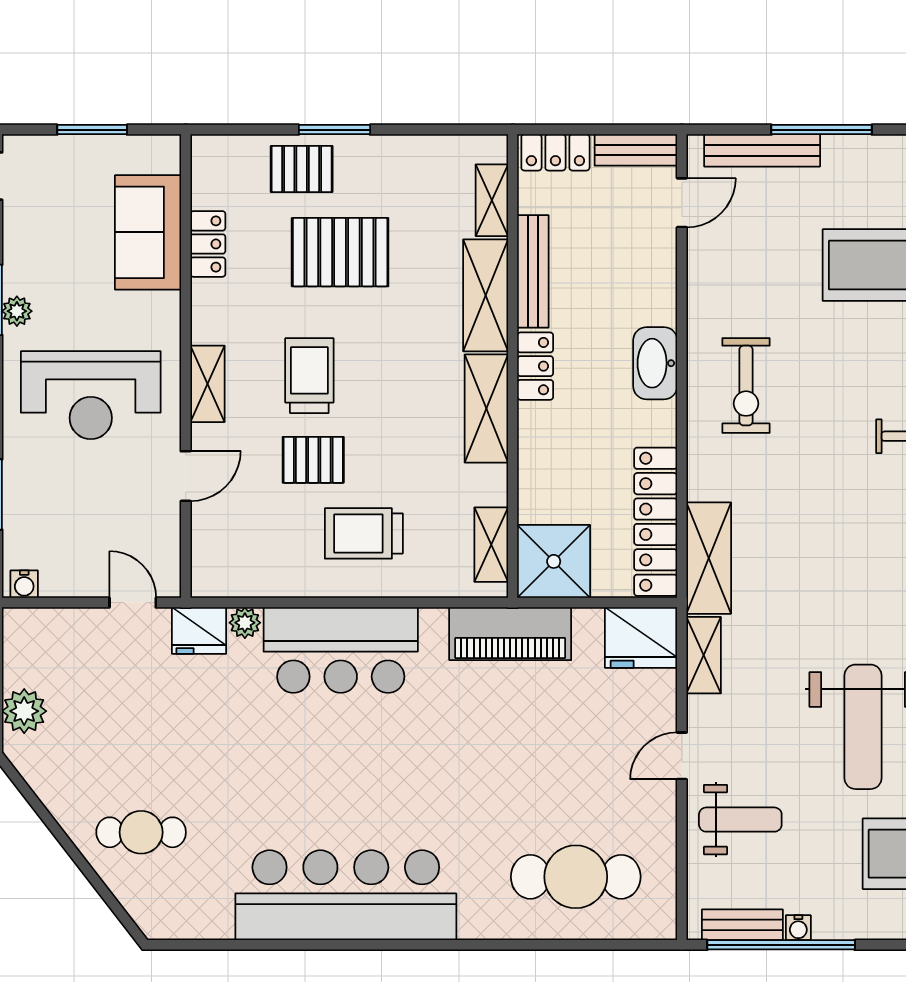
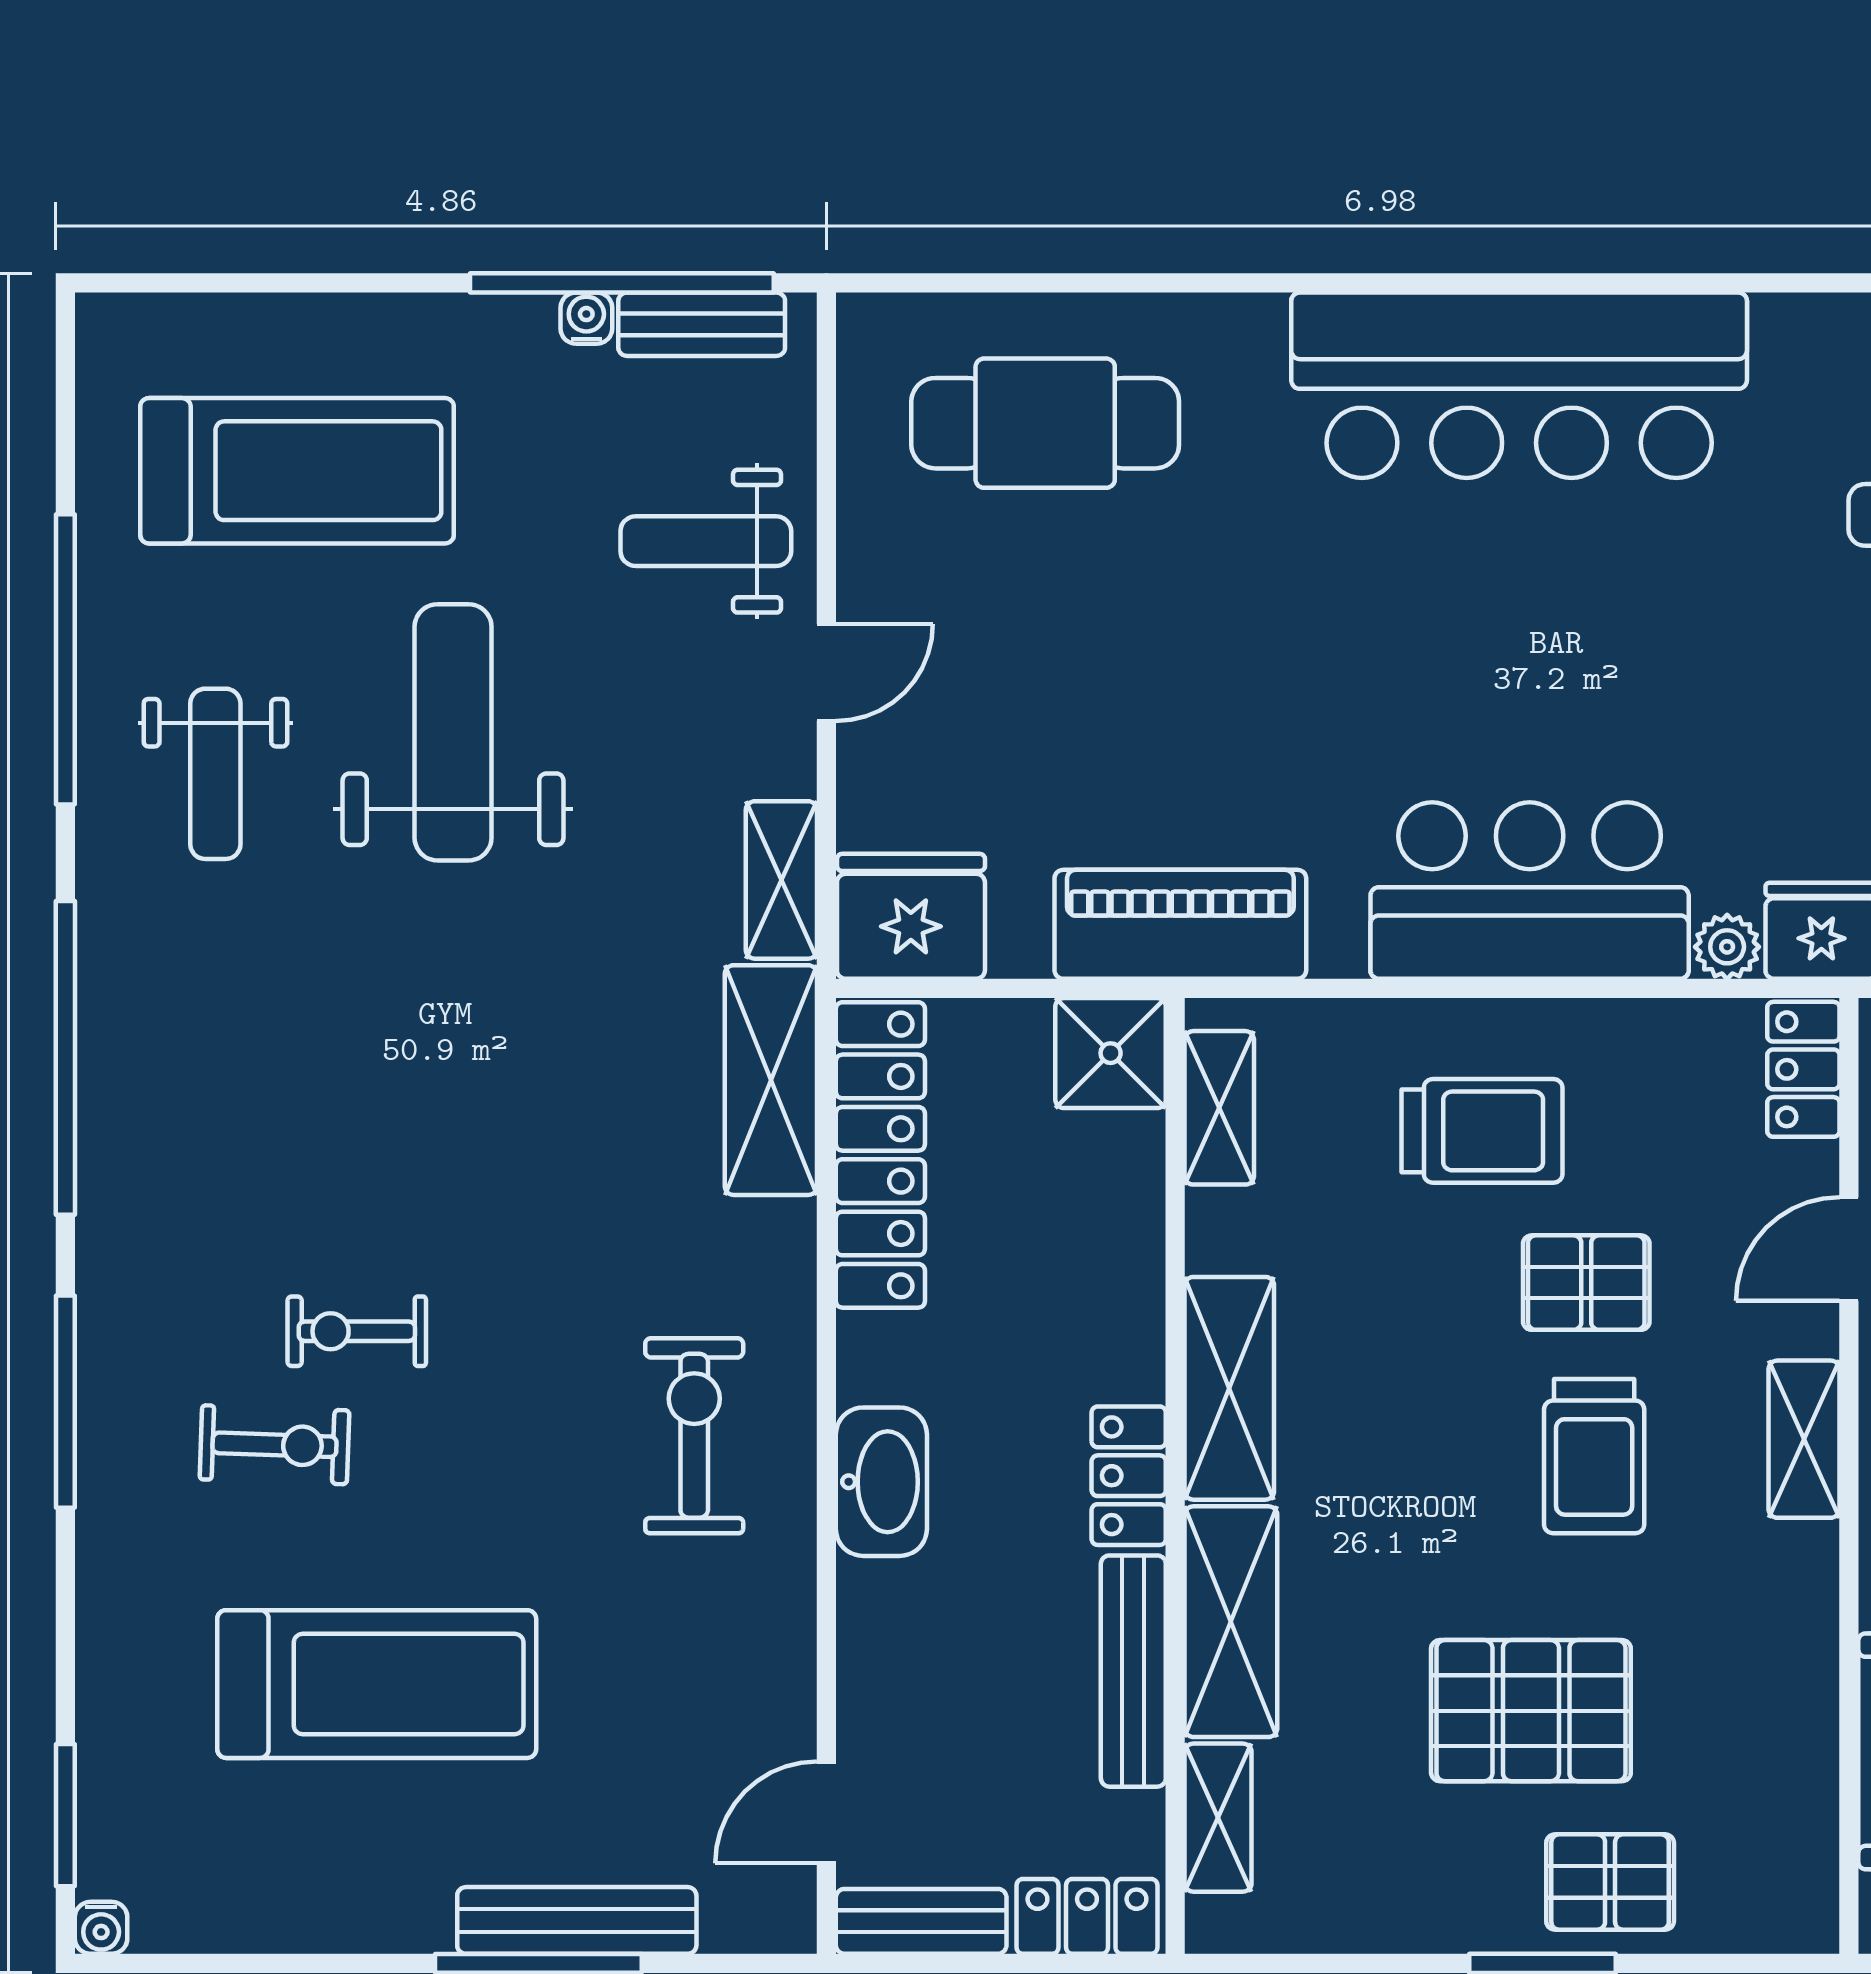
bench: (762, 150) -> (577, 1920), moved
locker: (208, 244) -> (1803, 1069), moved
shower: (554, 561) -> (1111, 1053), width x0.73, depth x0.73

